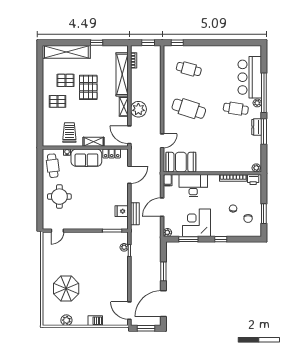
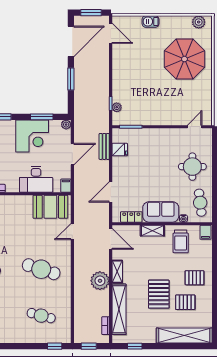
window: (97, 43) -> (135, 346), moved
plant: (138, 109) -> (100, 281), moved
filing cabinet: (48, 140) -> (205, 232), added
parasol: (66, 289) -> (184, 59), width x1.36, depth x1.36
plant: (66, 320) -> (199, 22), moved

